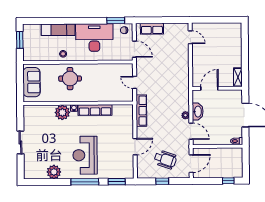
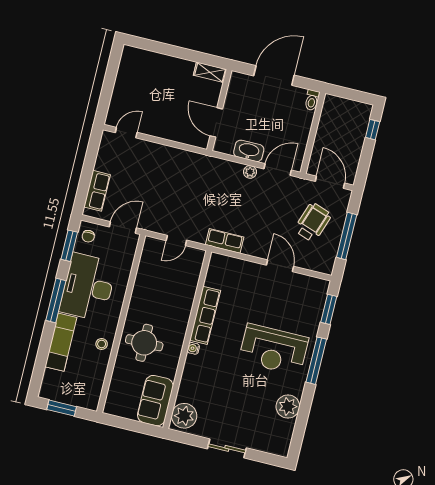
window: (82, 21) -> (56, 301), added
sofa: (32, 82) -> (155, 401), moved, turned -90
row of seats: (141, 111) -> (225, 241), width x0.68
plant: (62, 112) -> (184, 416), moved
window: (162, 181) -> (347, 236), width x2.17

